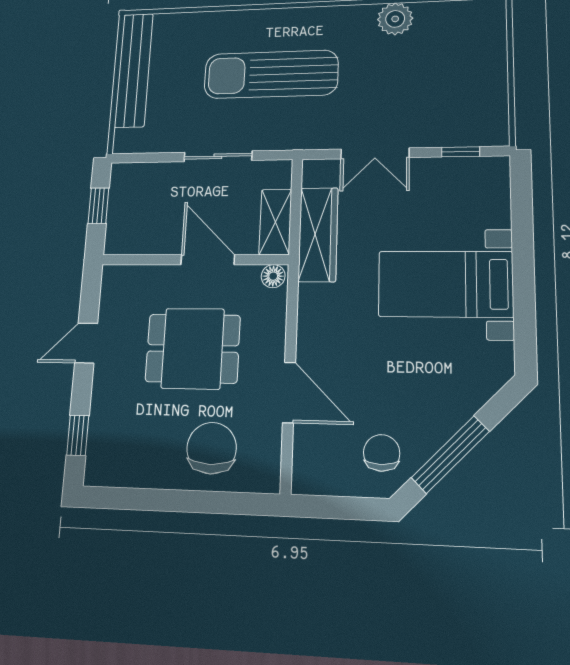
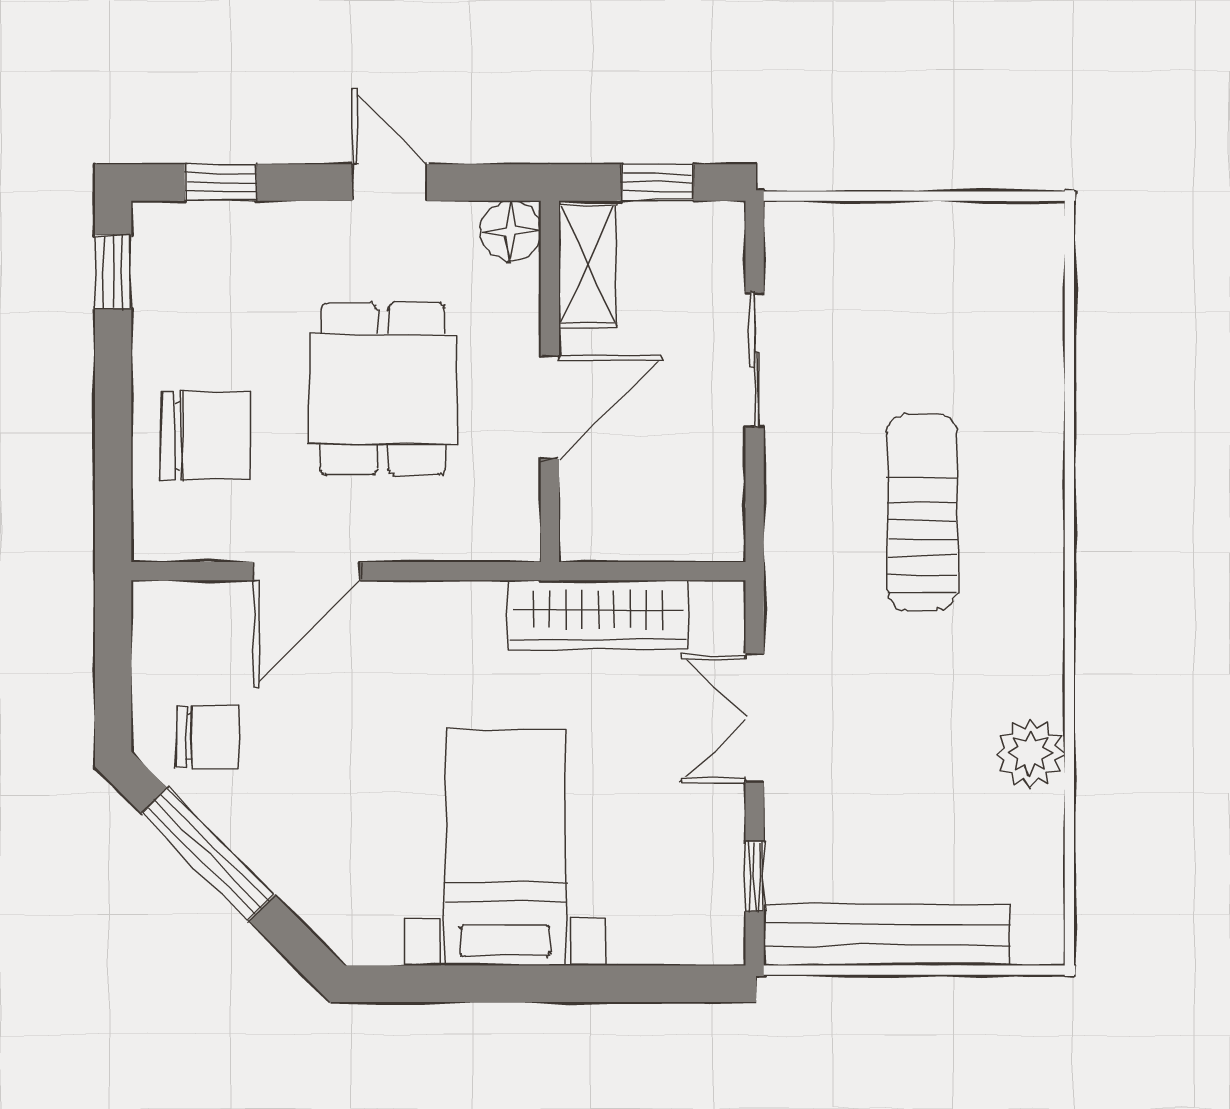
bench: (134, 70) -> (887, 935), moved
sun lounger: (271, 74) -> (922, 512), width x0.73, depth x0.75
sliding door: (218, 156) -> (755, 360), moved
shelving: (275, 222) -> (587, 264), moved, turned 90
floor lamp: (273, 276) -> (511, 231), moved, width x1.37, depth x1.37
window: (120, 498) -> (113, 272), added

